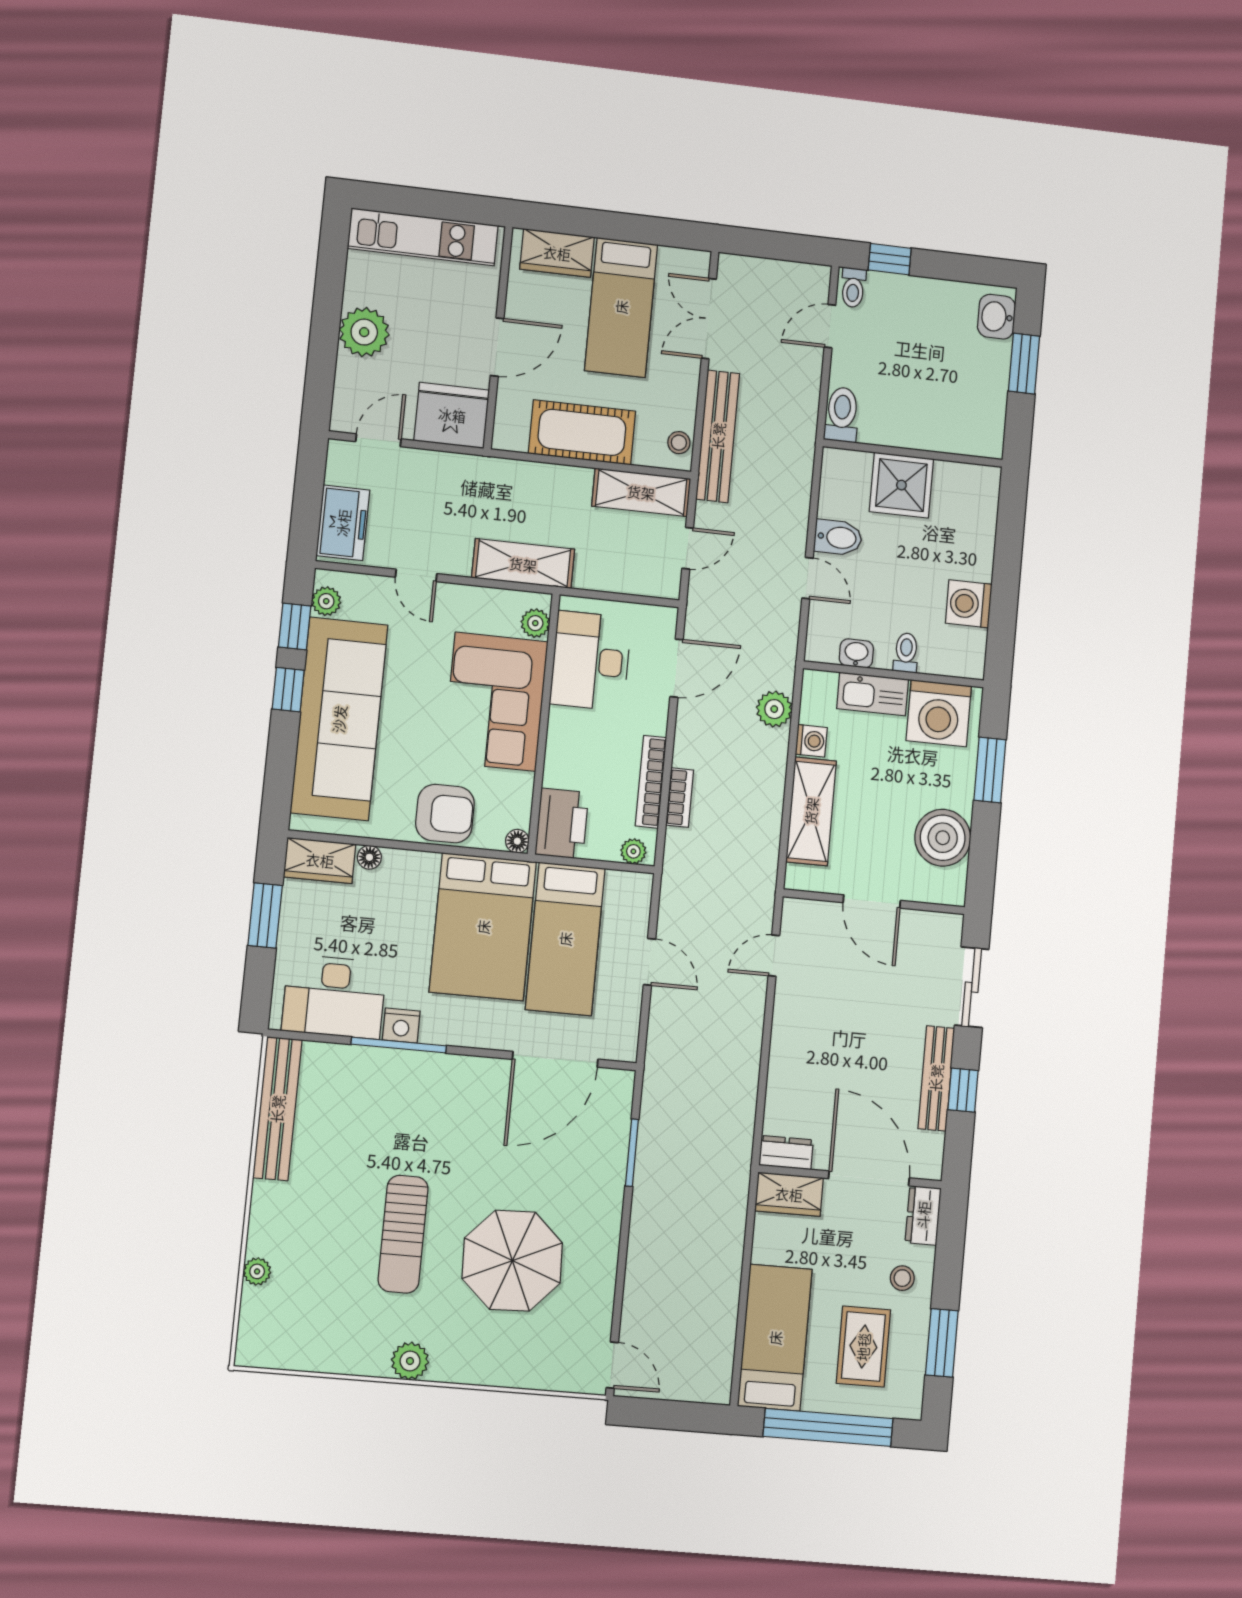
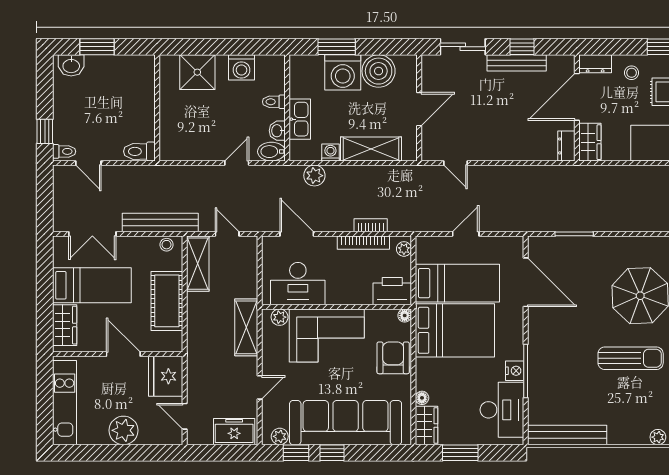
shower: (901, 485) -> (197, 72), moved
bidet: (838, 537) -> (271, 152), moved, turned -90
washing machine: (939, 713) -> (343, 72), moved, turned 90

